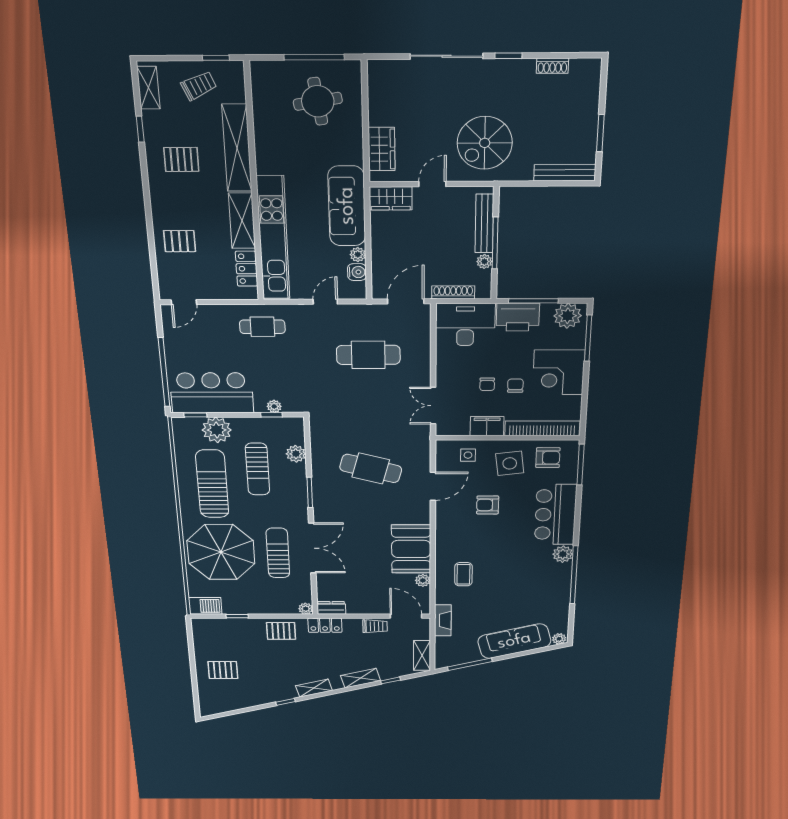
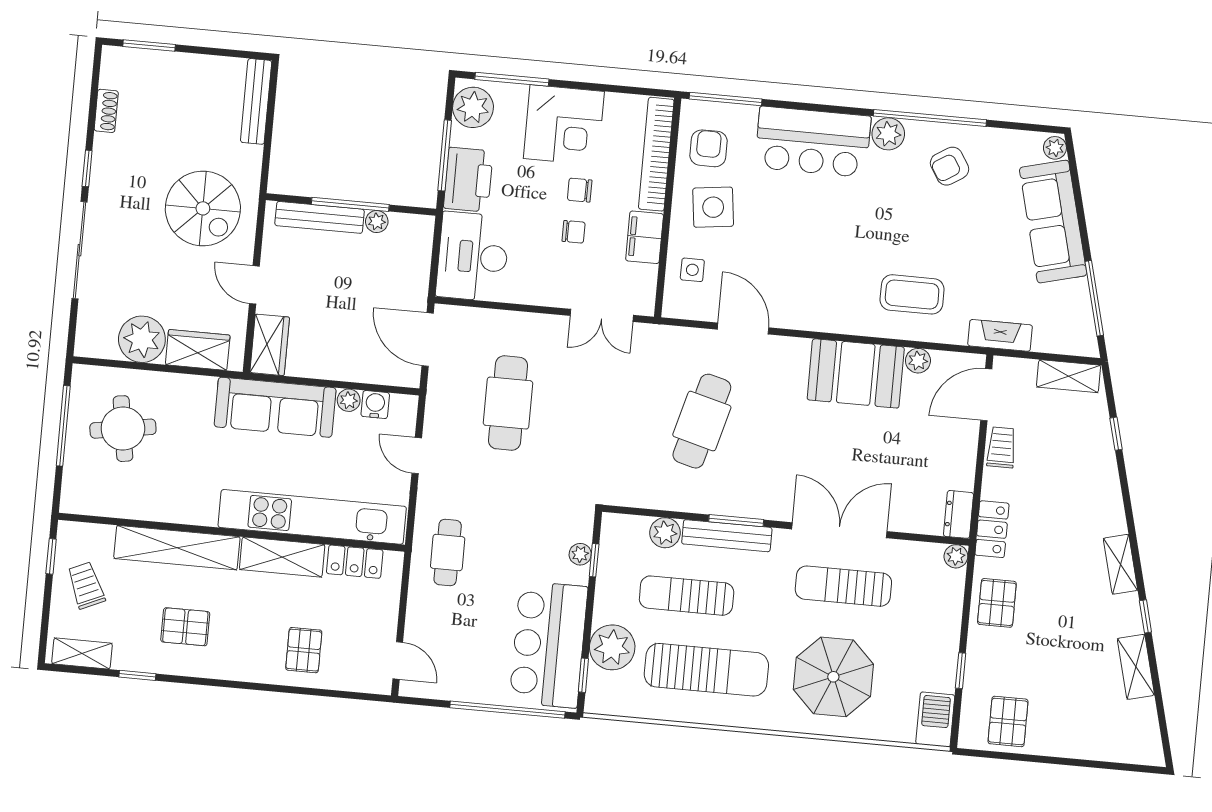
plant: (385, 109) -> (142, 339), added
window: (600, 133) -> (149, 46), moved
pallet: (181, 159) -> (185, 627), turned 90
shoe rack: (453, 292) -> (420, 270), removed
sun lounger: (258, 469) -> (687, 596), turned 180
sun lounger: (212, 484) -> (706, 670), turned 180
bench: (299, 488) -> (727, 536), added
armchair: (488, 505) -> (950, 166), moved, turned 58
parasol: (221, 552) -> (833, 677), width x0.73, depth x0.73
coffee table: (463, 574) -> (912, 294), width x1.36, depth x1.30
pallet: (223, 670) -> (1008, 721), moved
shelving: (360, 678) -> (1136, 667), moved

